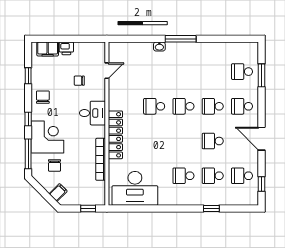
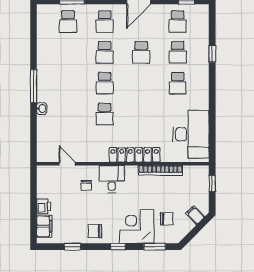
chair: (79, 81) -> (86, 186), moved
window: (28, 154) -> (155, 247), width x0.69

